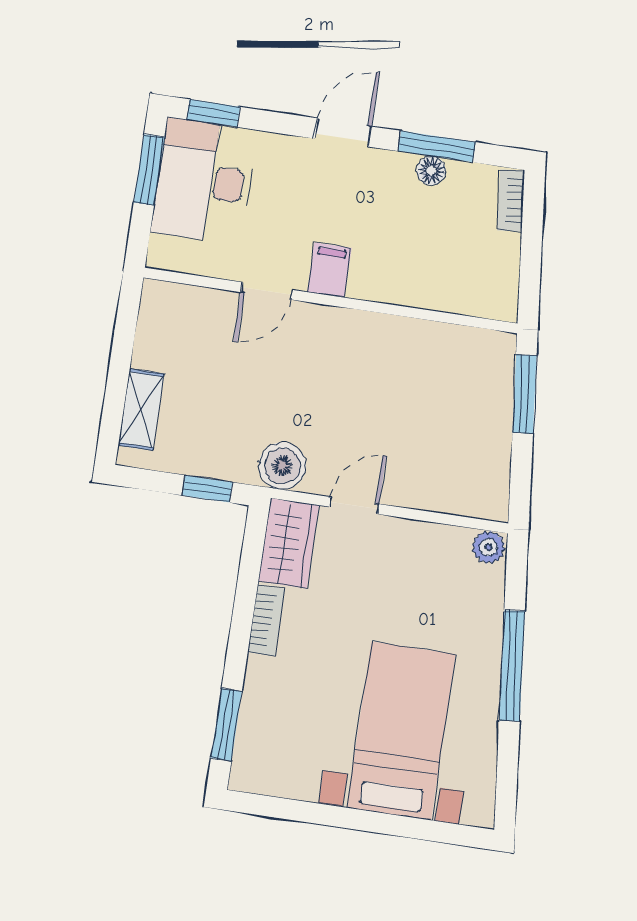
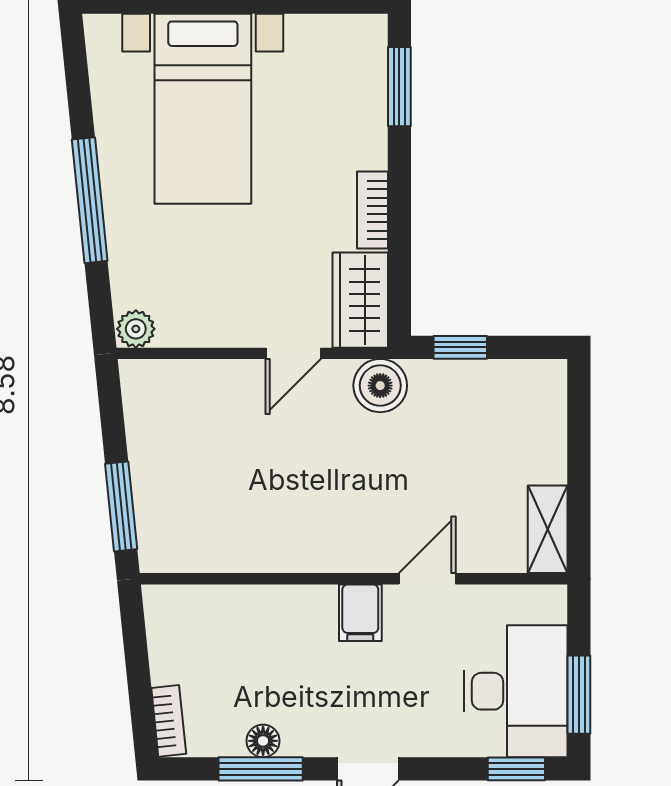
shelving: (141, 410) -> (548, 529), moved

